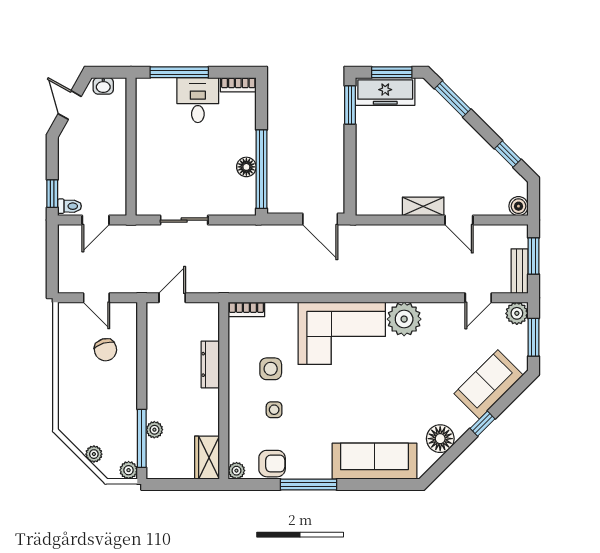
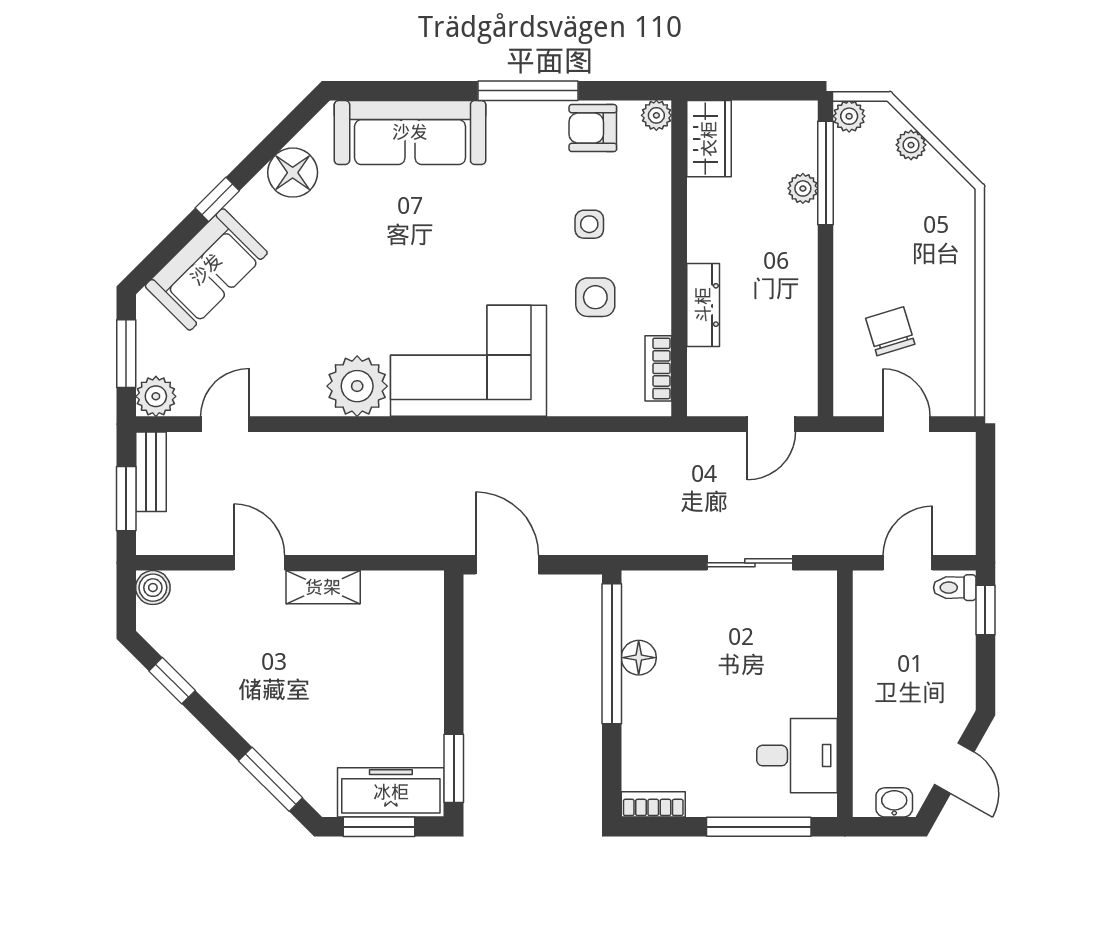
desk: (198, 100) -> (797, 756), moved, turned -90
bookcase: (246, 309) -> (658, 368), moved, turned -90

